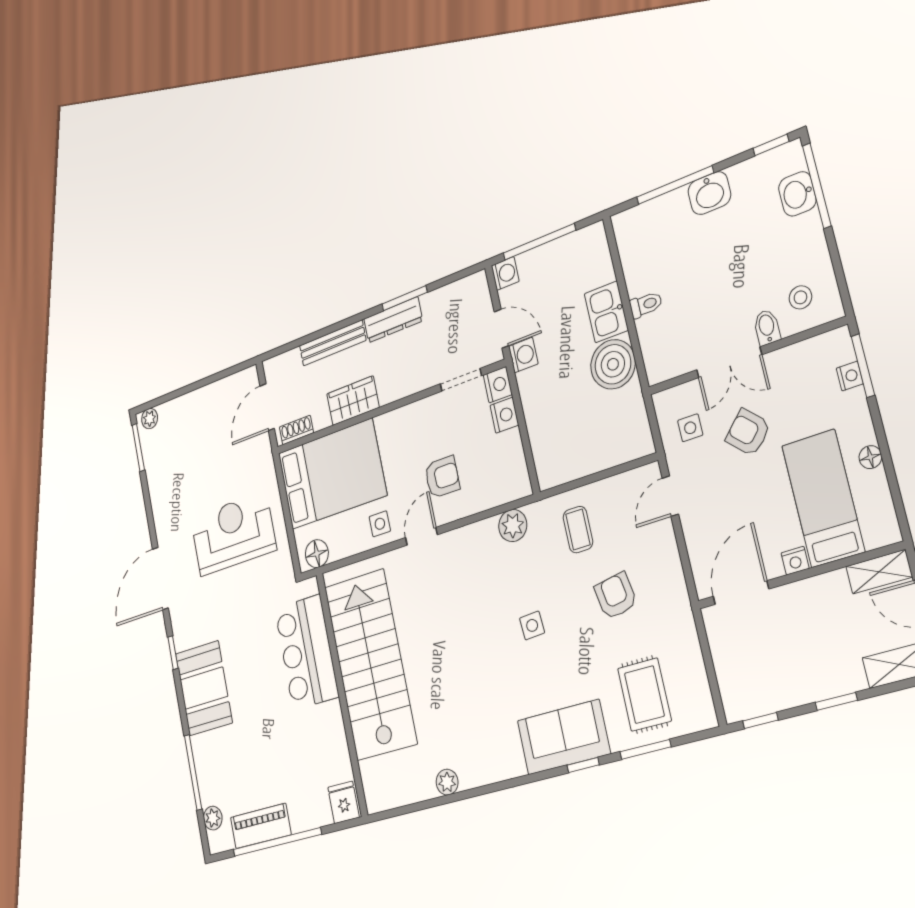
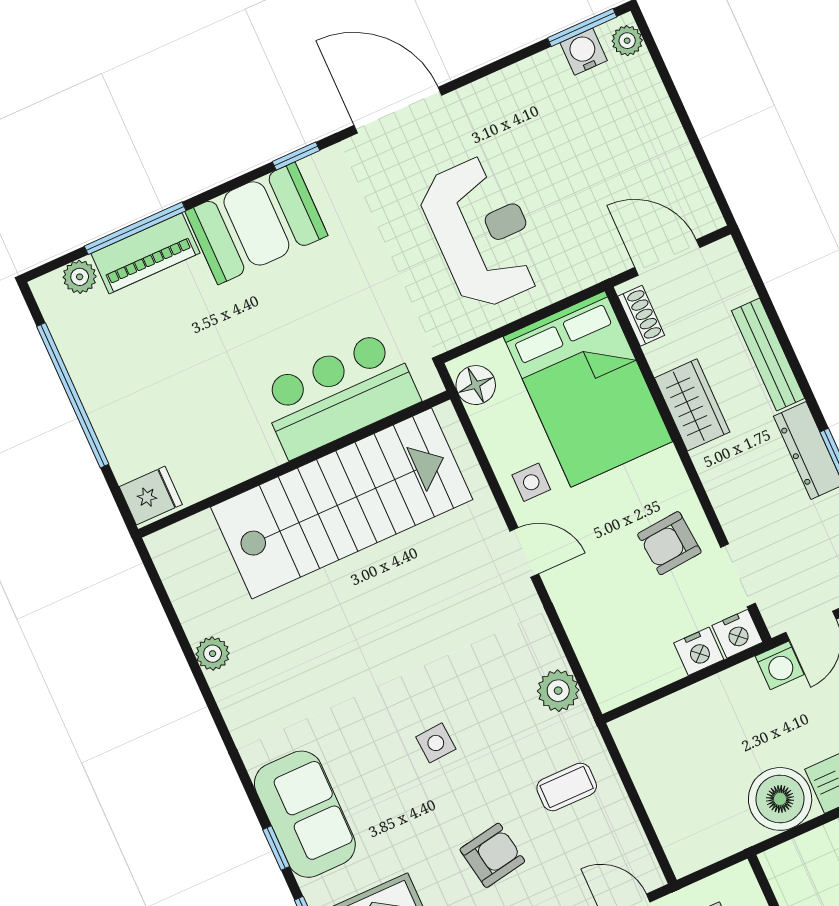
water cooler: (151, 448) -> (584, 52), added
armchair: (442, 477) -> (669, 543), moved, turned 85
piano: (261, 826) -> (145, 253), moved, turned 90

